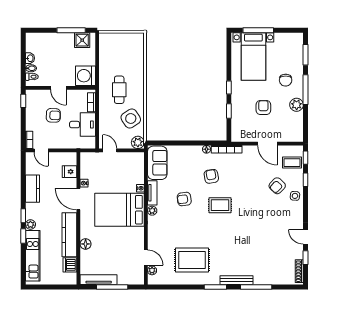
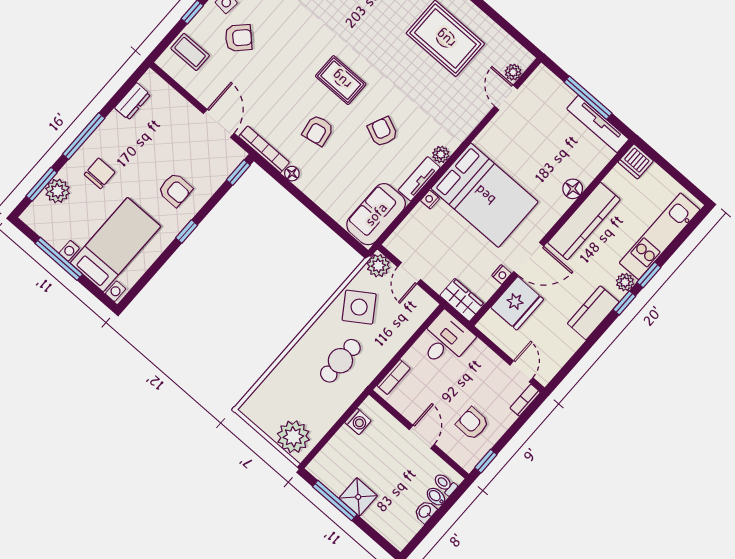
window: (258, 30) -> (59, 259), moved
shower: (82, 40) -> (358, 497), moved
plant: (111, 42) -> (293, 437), added
washing machine: (85, 76) -> (358, 422), width x0.53, depth x0.53
plant: (297, 105) -> (58, 191), moved
armchair: (263, 107) -> (175, 190), moved, turned -90
window: (229, 111) -> (238, 172), moved
armchair: (53, 115) -> (472, 424), moved
dresser: (298, 122) -> (133, 101), added
desk: (83, 125) -> (445, 340), moved, turned 90
door: (267, 144) -> (219, 123), moved
door: (110, 150) -> (409, 273), moved
window: (306, 158) -> (165, 43), removed
wardrobe: (91, 159) -> (462, 300), added
fridge: (70, 172) -> (517, 303), width x1.88, depth x1.34
kitchen counter: (32, 189) -> (593, 313), moved
door: (78, 199) -> (529, 259), hinge flipped
armchair: (184, 199) -> (383, 132), turned -149
dishwasher: (70, 265) -> (636, 161), moved, turned 90

